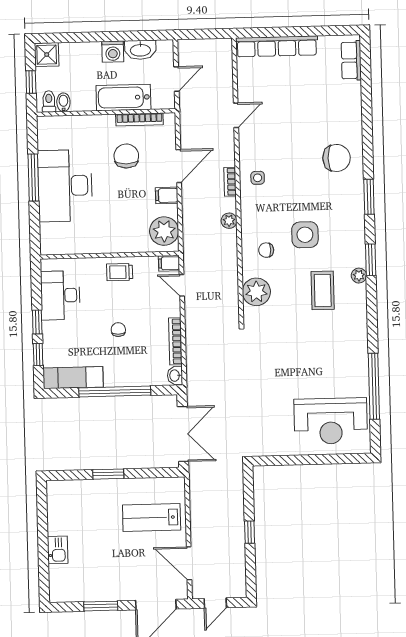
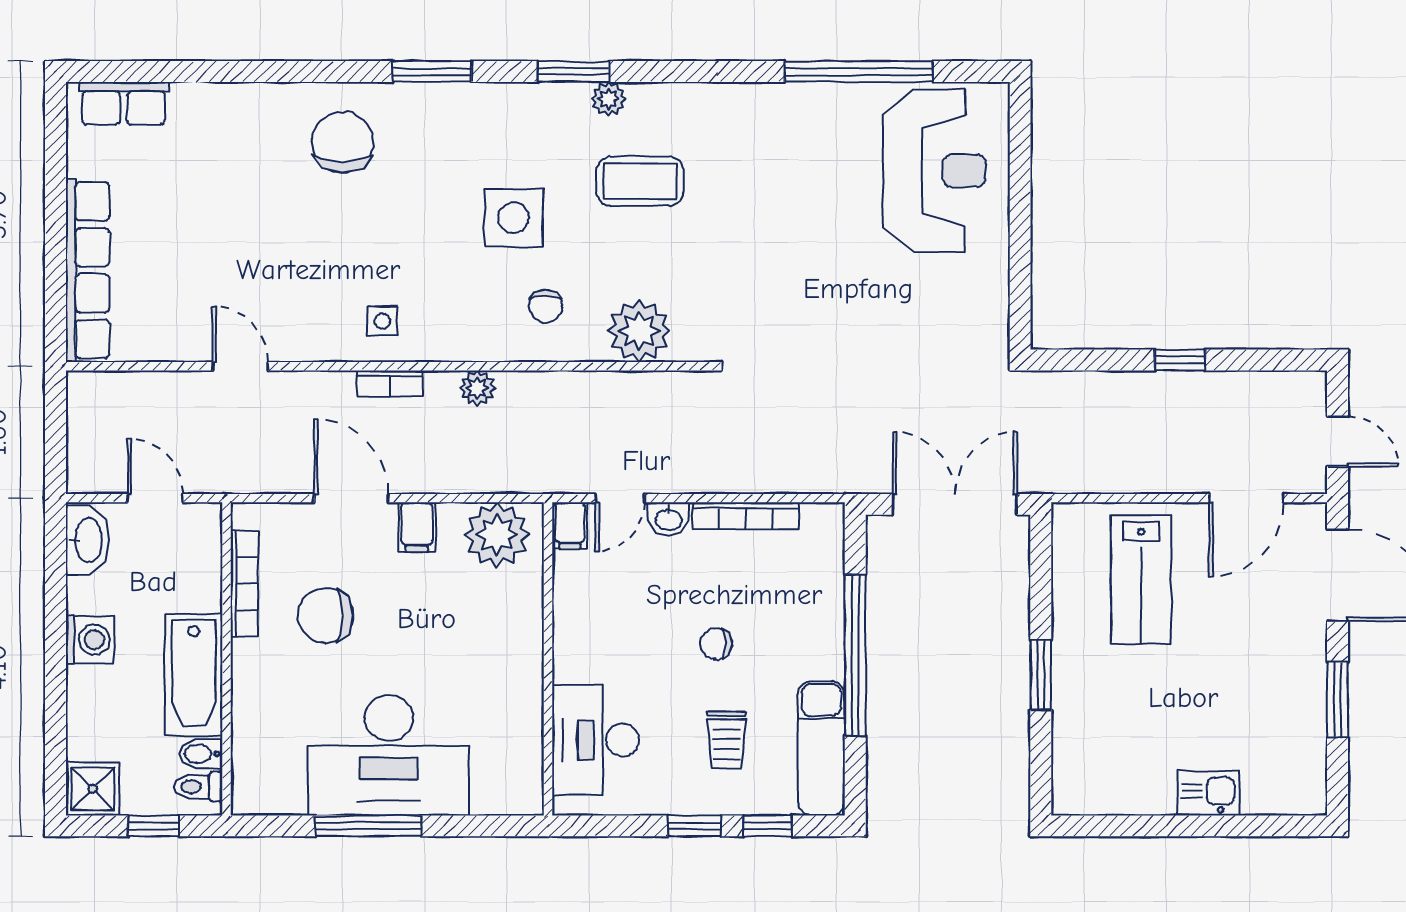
washbasin: (140, 50) -> (87, 540), moved
bathtub: (123, 97) -> (194, 675), moved
trolley: (120, 272) -> (727, 740), moved
desk: (60, 295) -> (596, 740), moved, turned 90
washbasin: (175, 376) -> (669, 519), moved

